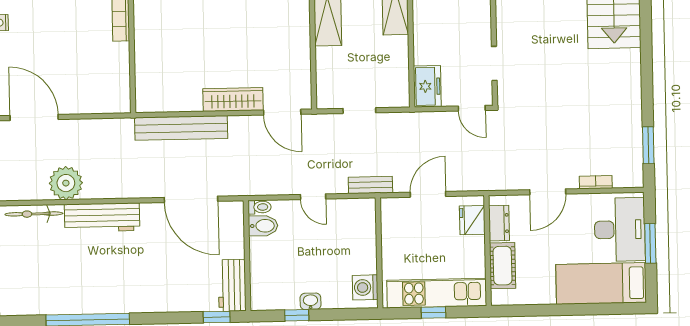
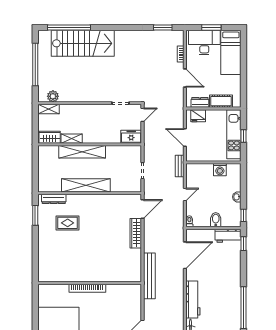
bench: (181, 128) -> (149, 276), moved
plant: (66, 183) -> (175, 317), removed
bidet: (263, 226) -> (216, 220), moved
washing machine: (365, 287) -> (220, 170), moved
window: (297, 315) -> (244, 215), moved

